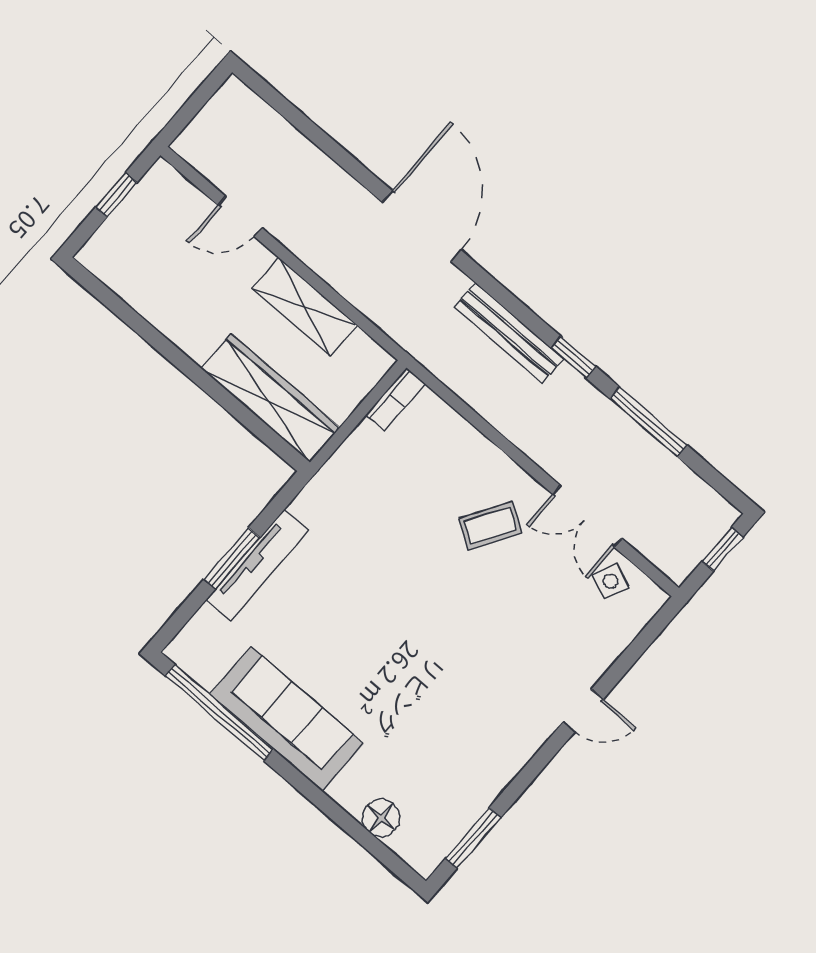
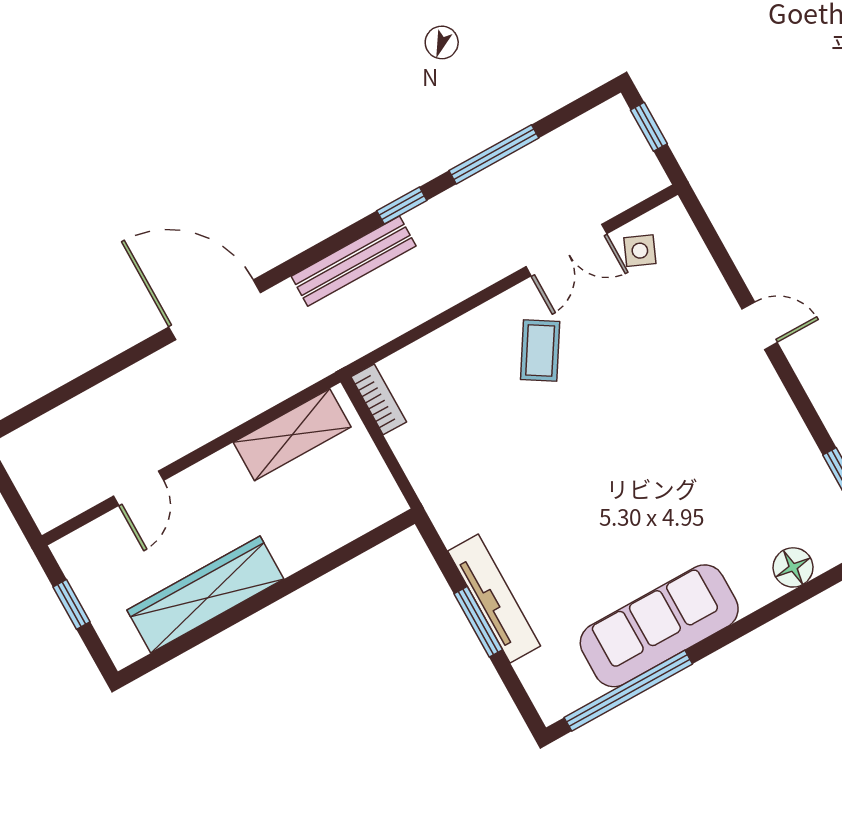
shelving: (304, 307) -> (292, 435), moved
wardrobe: (270, 398) -> (205, 594), moved
door: (583, 711) -> (760, 326), hinge flipped

